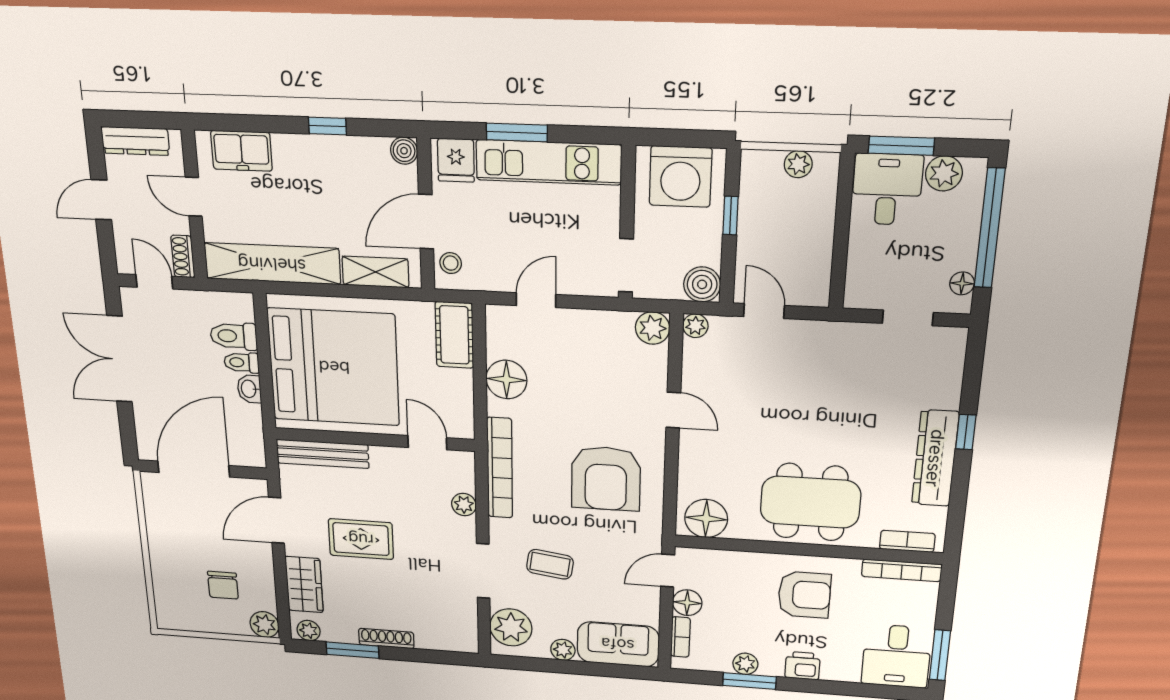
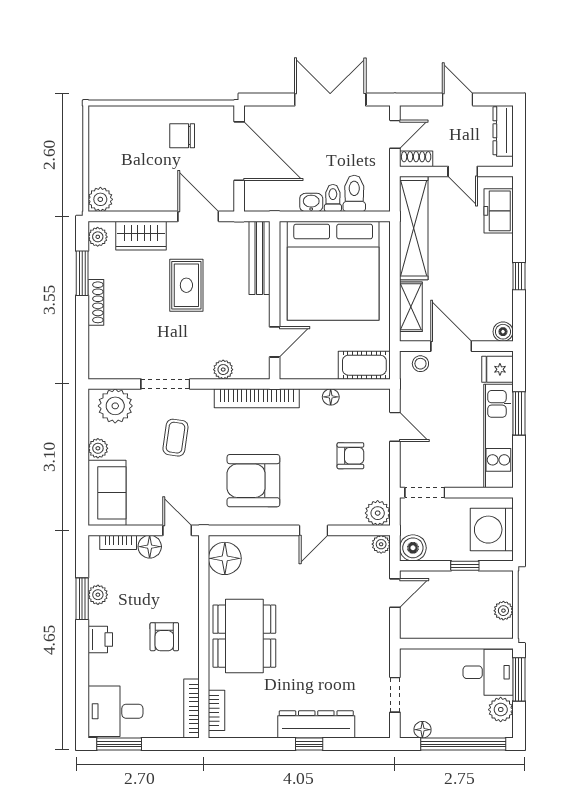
door: (194, 197) -> (463, 171), swing flipped
armchair: (574, 359) -> (350, 456), added
floor lamp: (506, 379) -> (331, 397), width x0.53, depth x0.53
dresser: (935, 458) -> (316, 724), moved
chair: (223, 585) -> (182, 136), moved
armchair: (804, 595) -> (164, 637), width x0.72, depth x0.72

